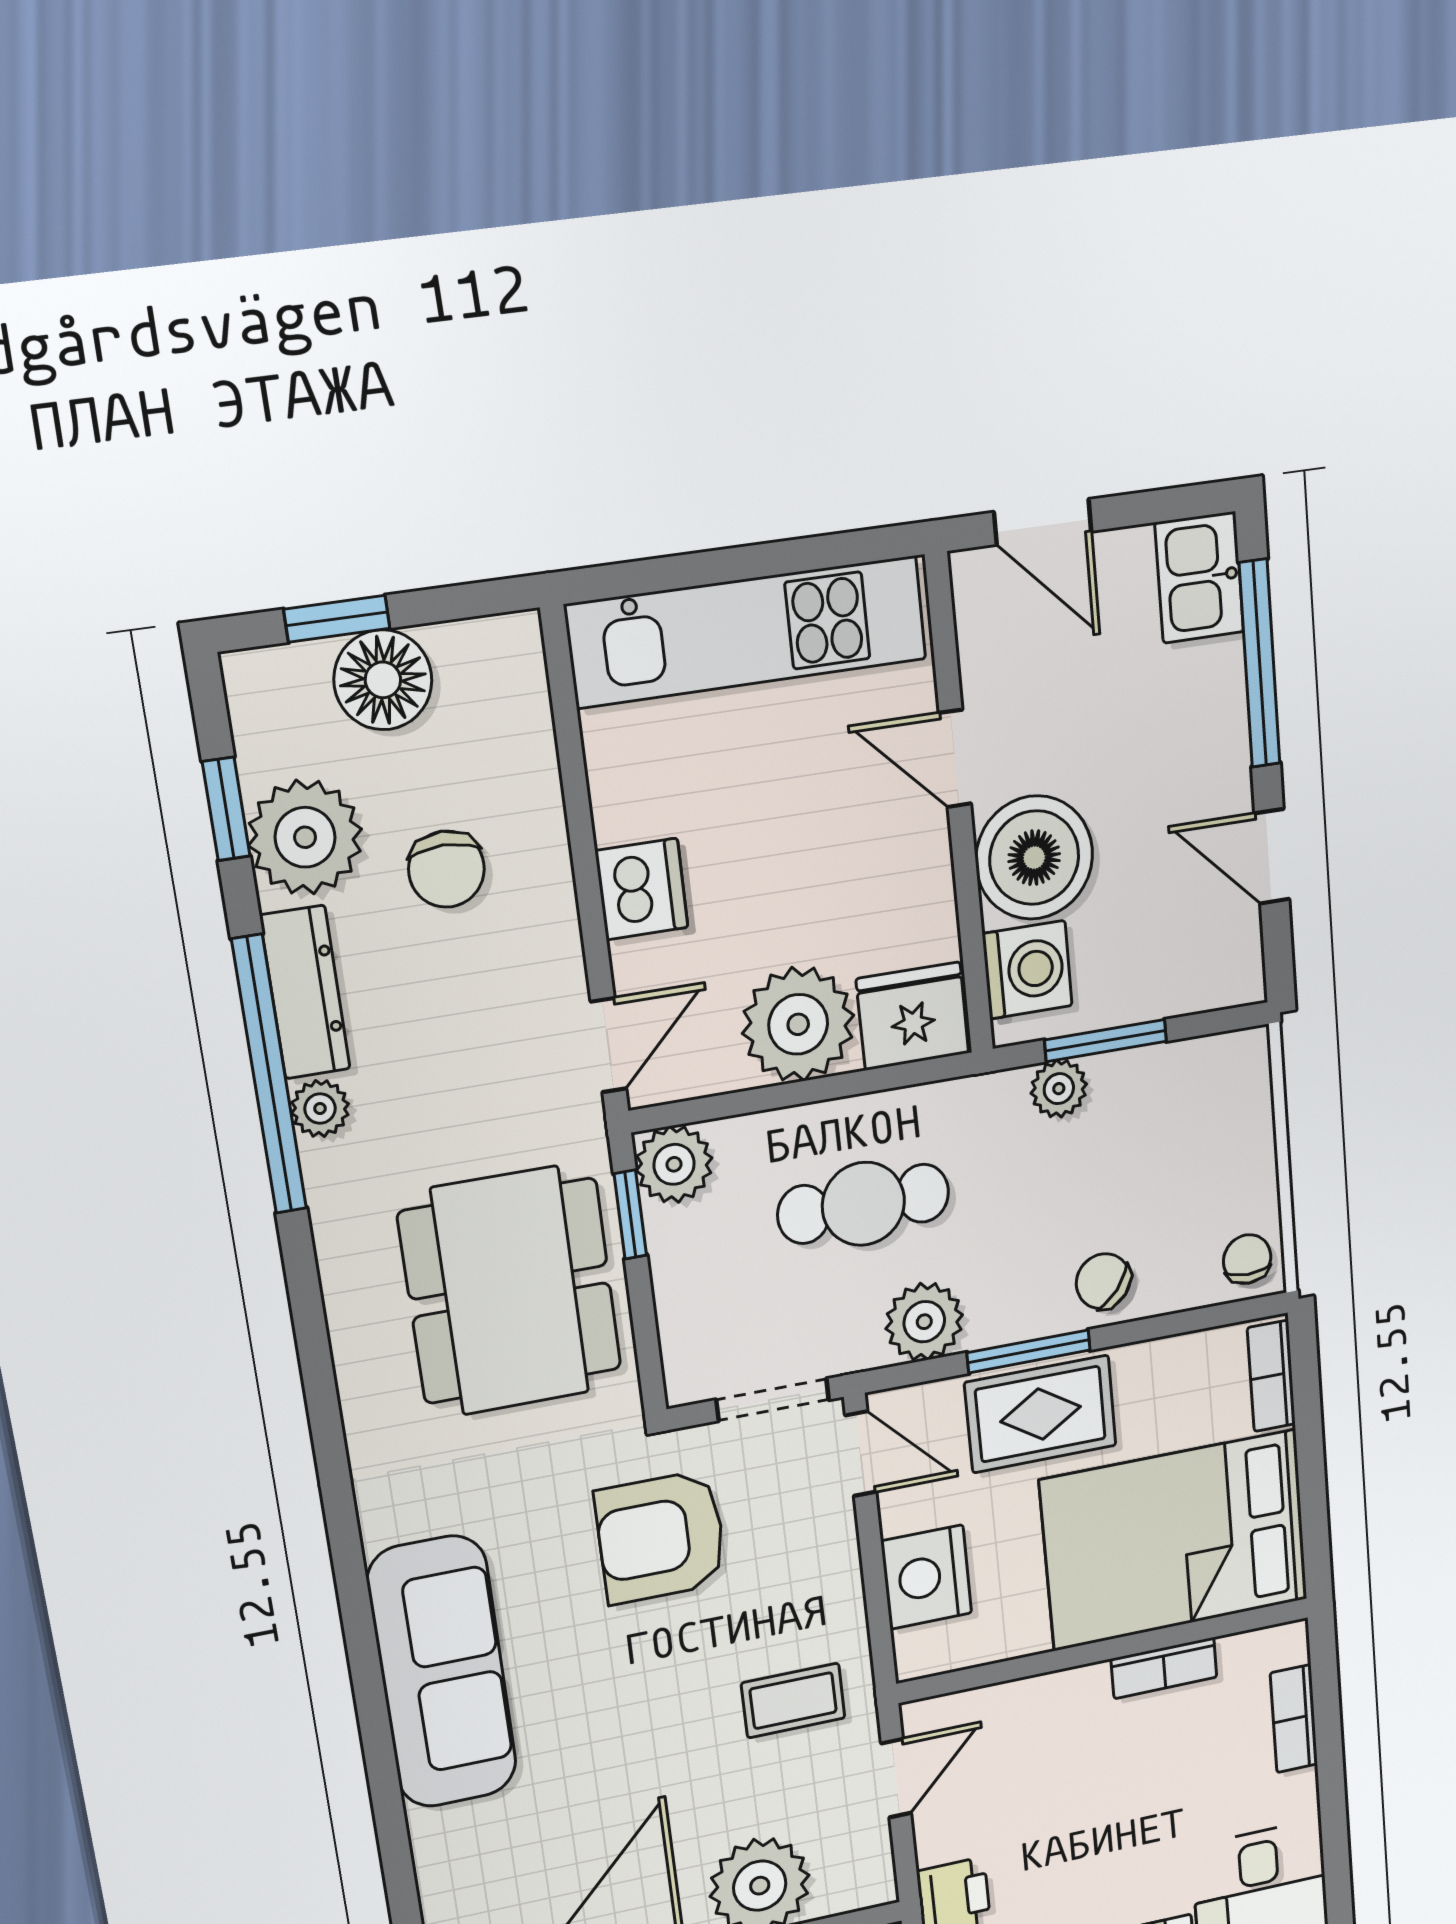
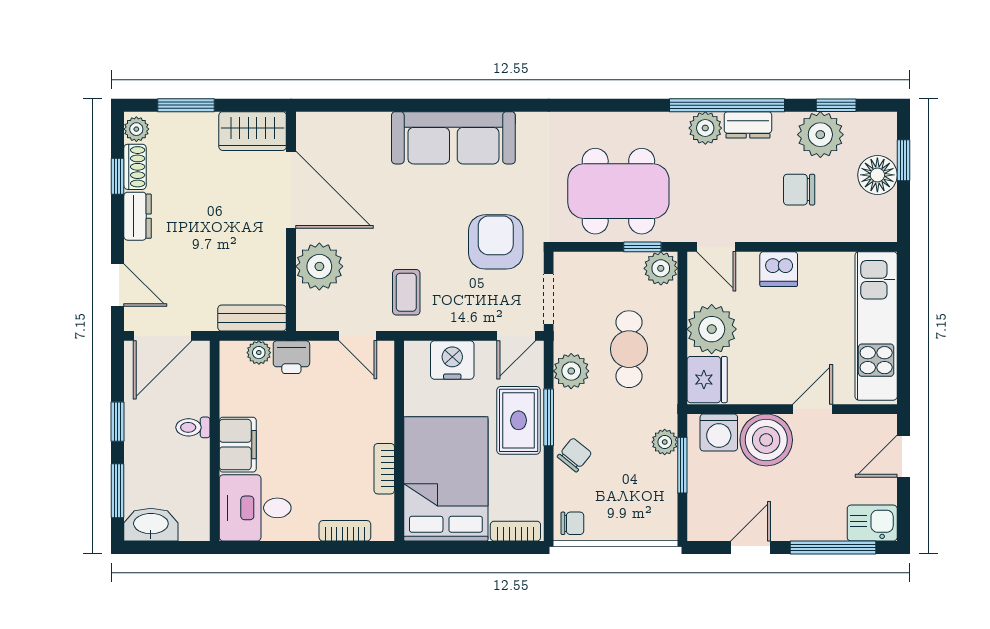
dresser: (305, 992) -> (748, 125), width x0.70
plant: (320, 1109) -> (705, 128), width x1.38, depth x1.38

